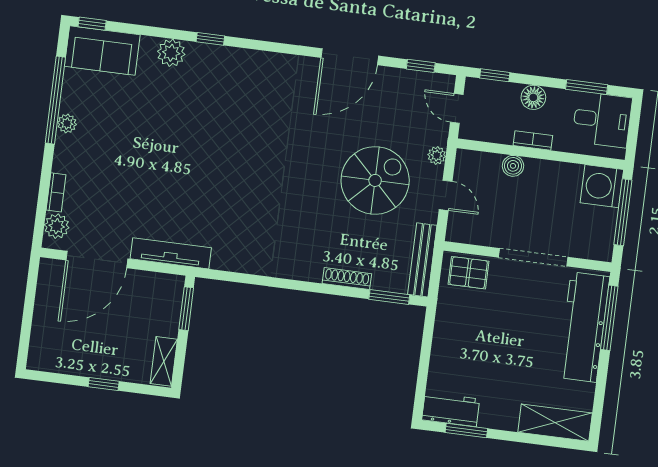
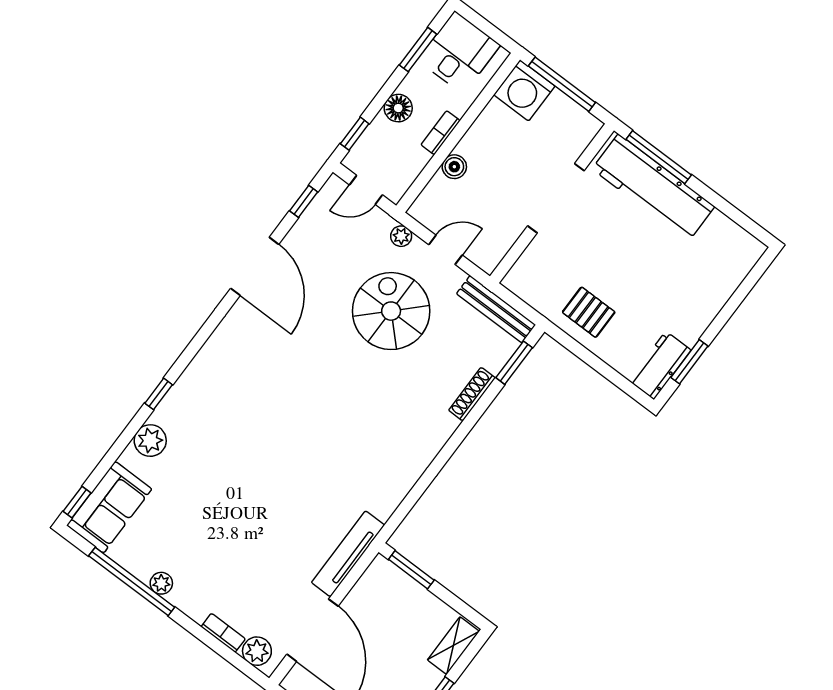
pallet: (468, 273) -> (589, 312), moved, turned 90
shelving: (164, 361) -> (453, 646), moved, turned 90
shelving: (555, 423) -> (732, 270), removed

